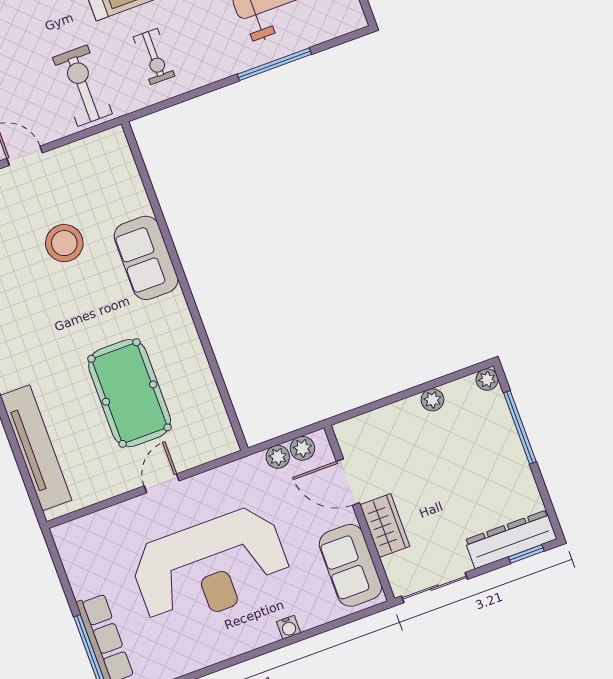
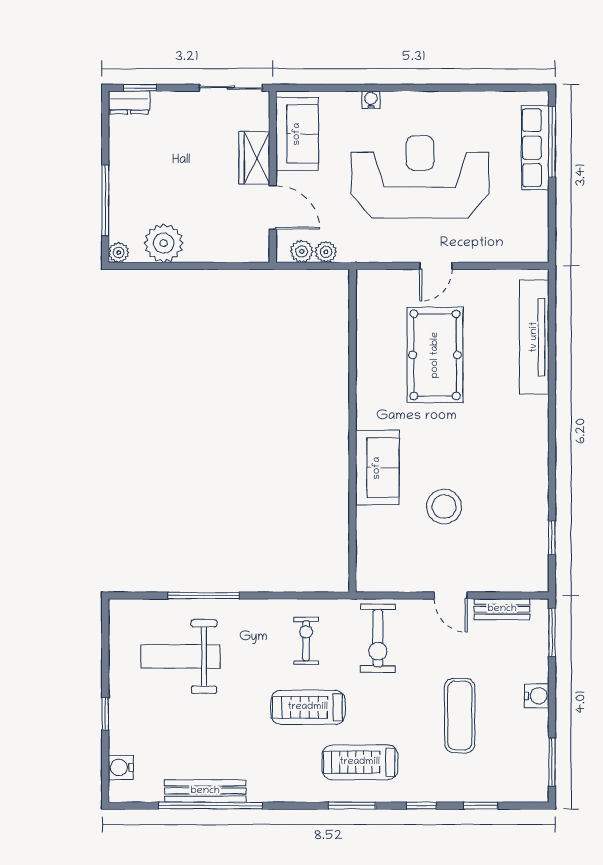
plant: (432, 400) -> (164, 243), width x1.88, depth x1.88
dresser: (511, 539) -> (129, 103), width x0.51, depth x0.80

